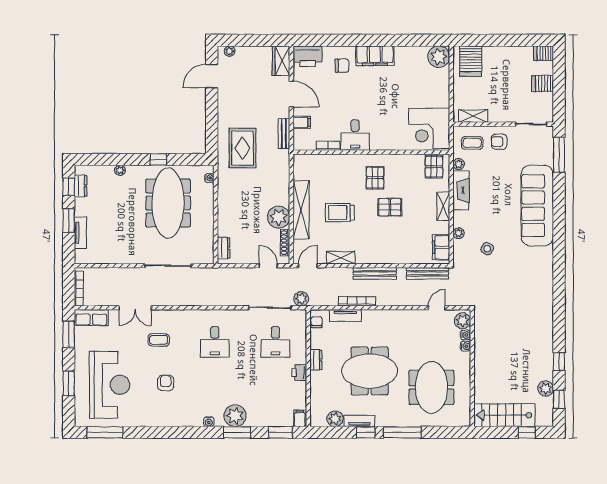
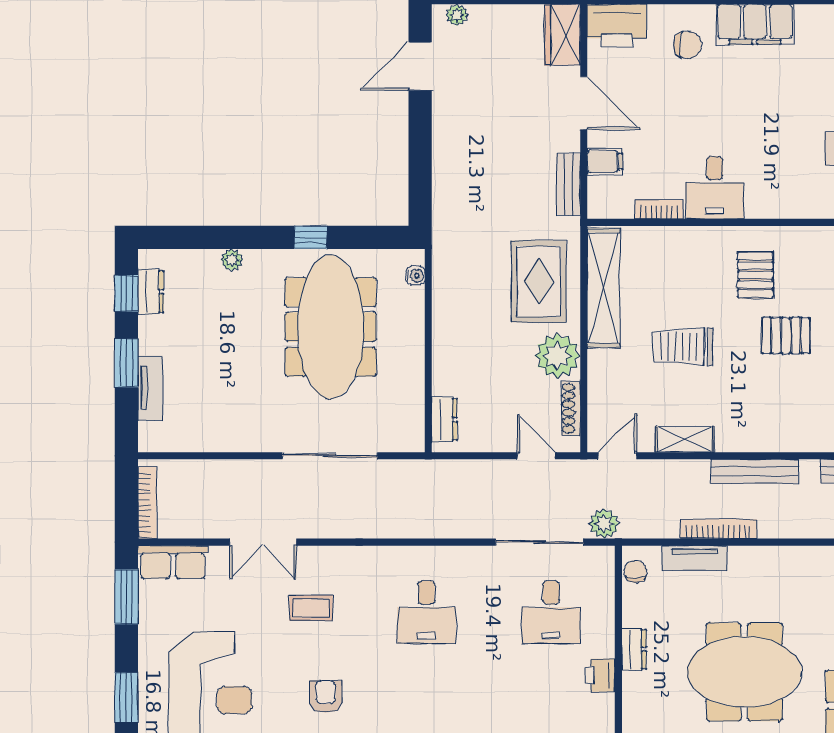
rug: (243, 148) -> (539, 281), moved
shelving: (301, 210) -> (604, 288), moved

